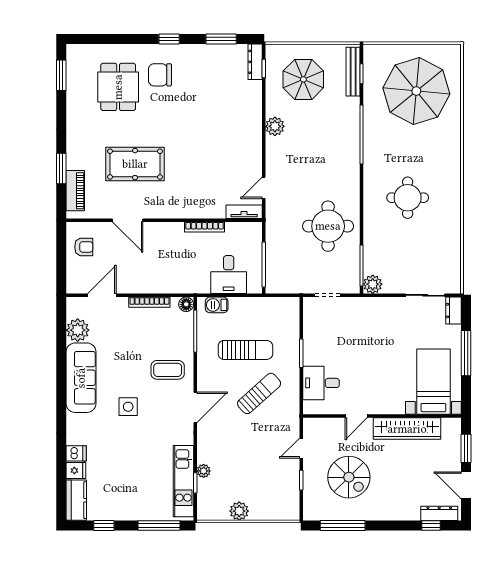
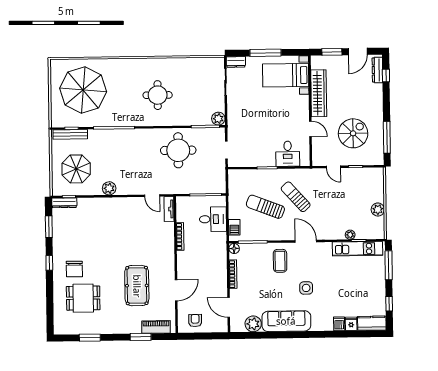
window: (61, 75) -> (90, 338), moved
sun lounger: (245, 350) -> (265, 207), turned -69

